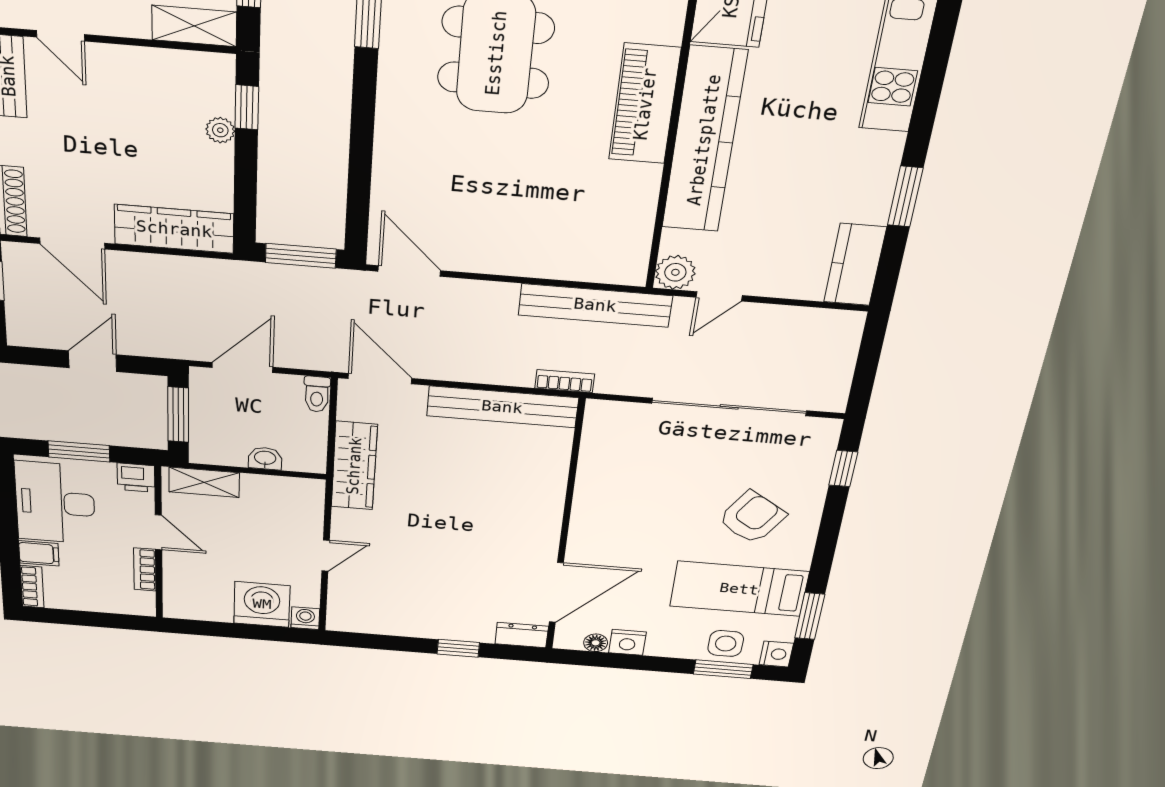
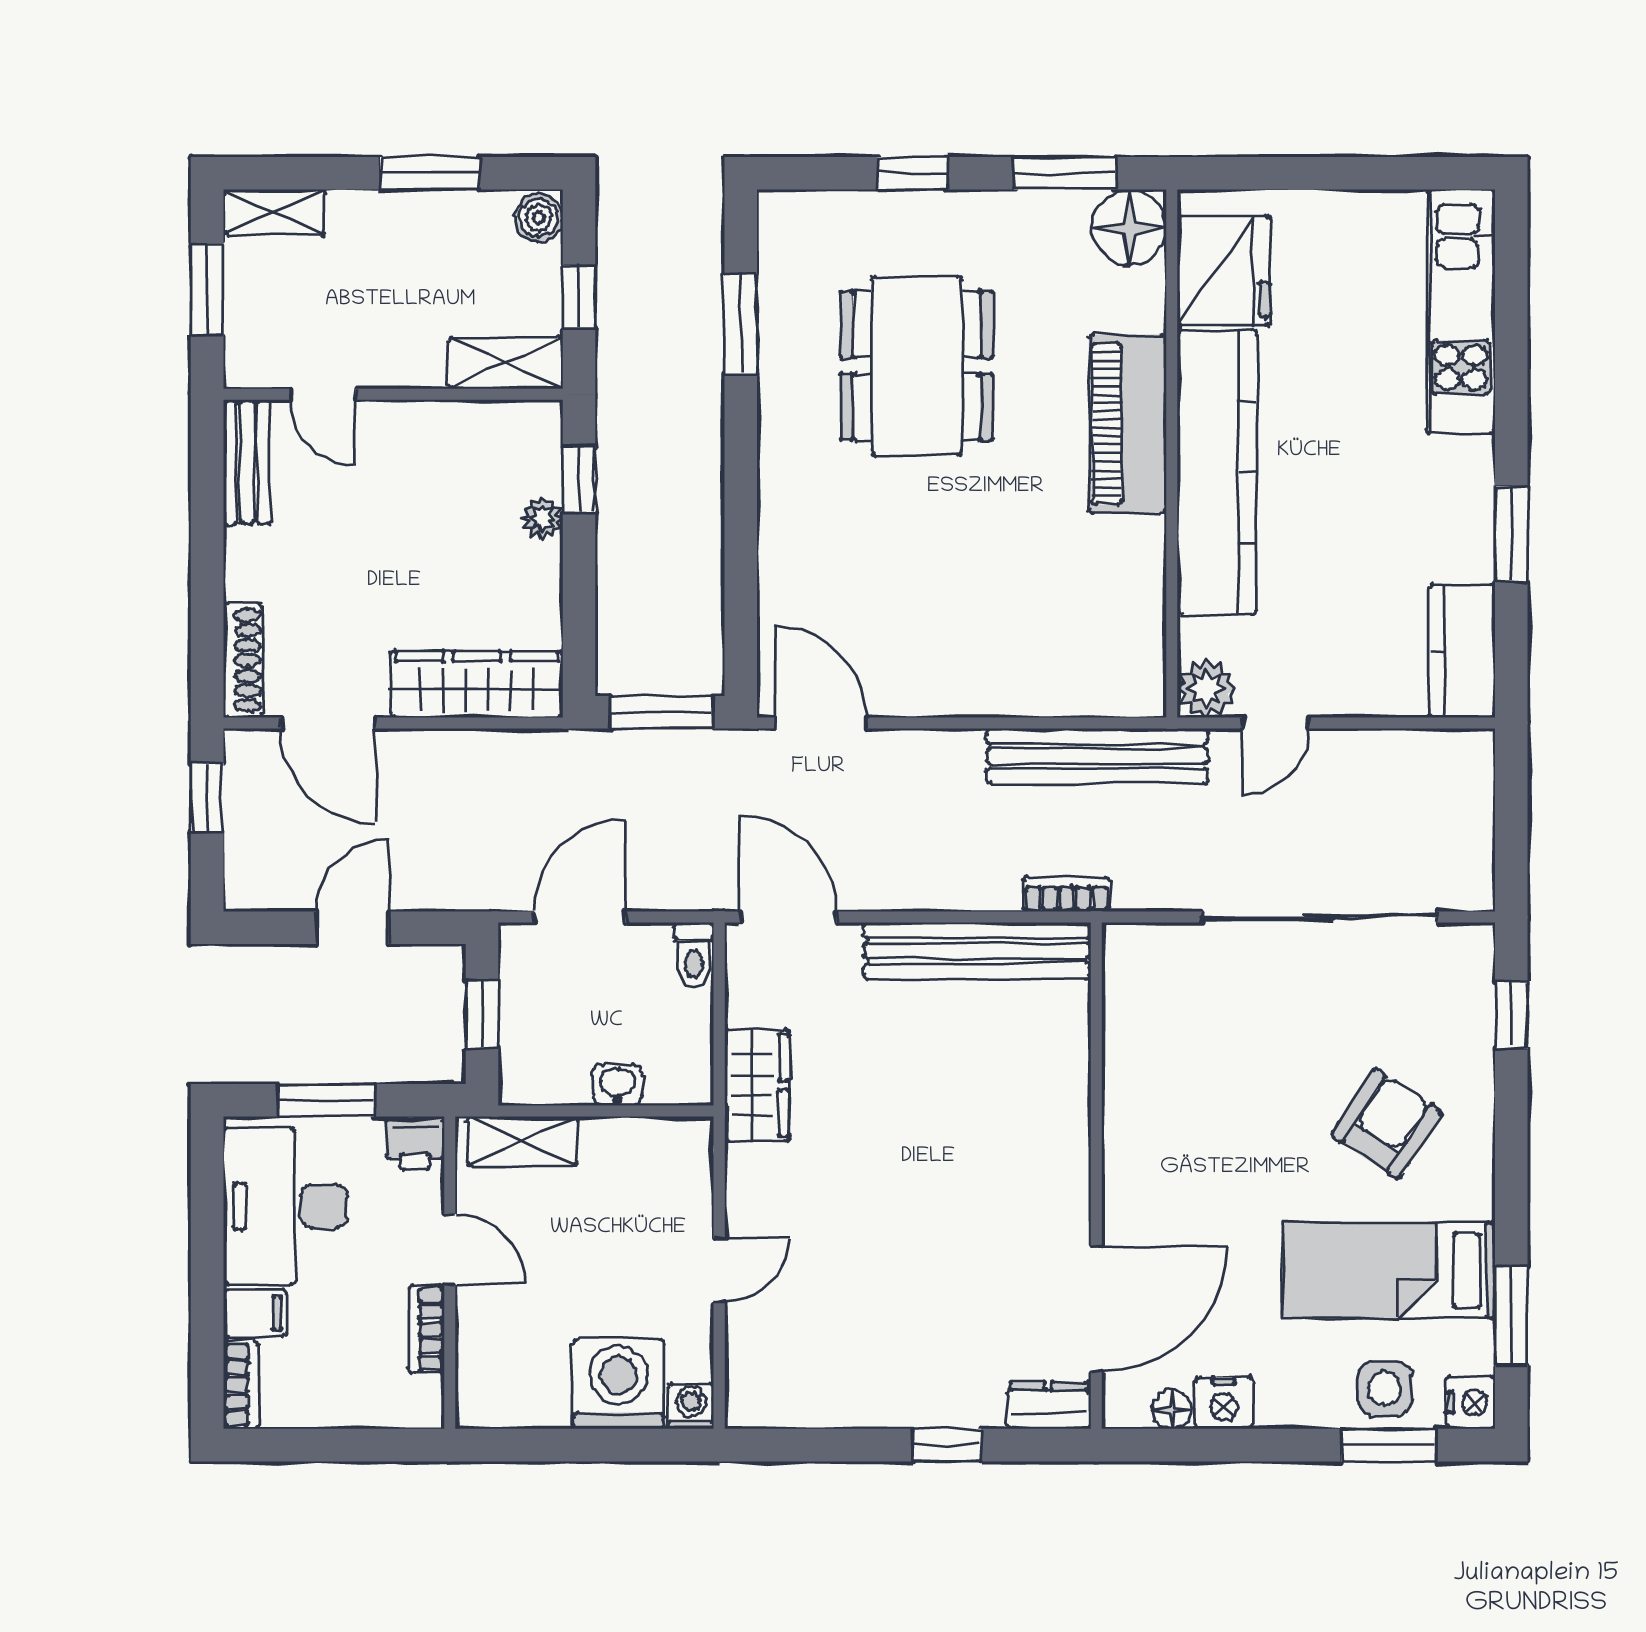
window: (178, 415) -> (482, 1014), width x0.67
wardrobe: (354, 466) -> (757, 1085), width x0.67

